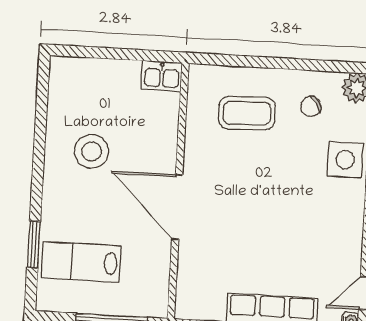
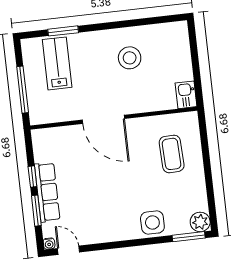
chair: (311, 106) -> (183, 194), removed
door: (177, 207) -> (103, 119), swing flipped

